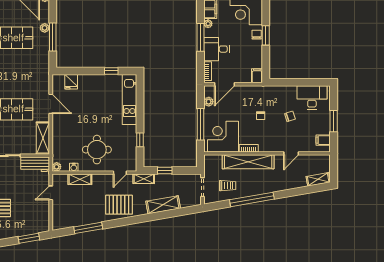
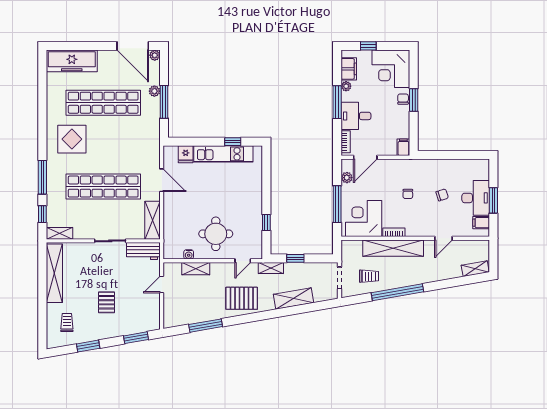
desk: (312, 97) -> (476, 198), moved, turned 90
kitchen unit: (129, 99) -> (223, 154), moved, turned -90
plant: (57, 167) -> (169, 254), removed

